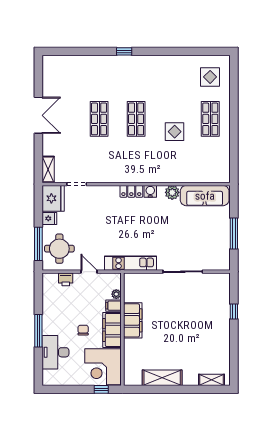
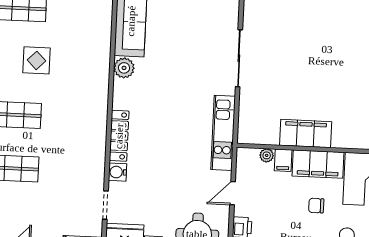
locker: (131, 191) -> (119, 136), width x1.53
water cooler: (150, 191) -> (118, 172), moved

